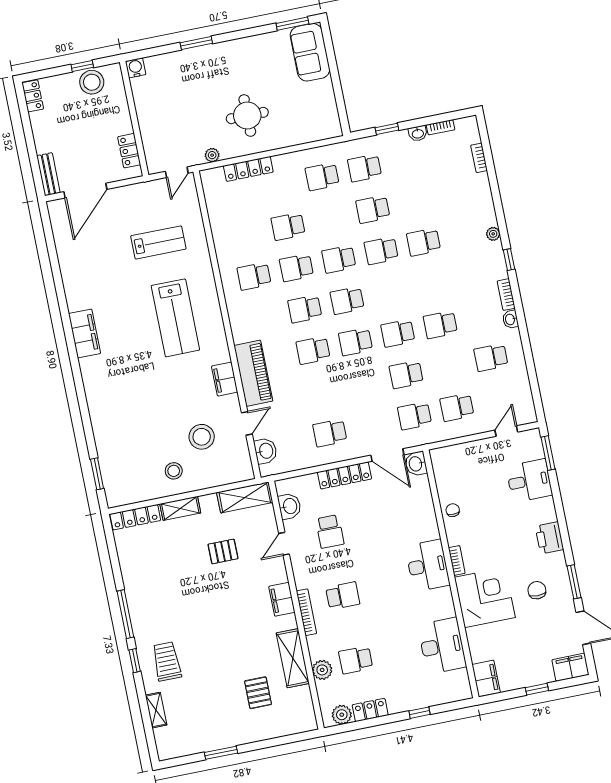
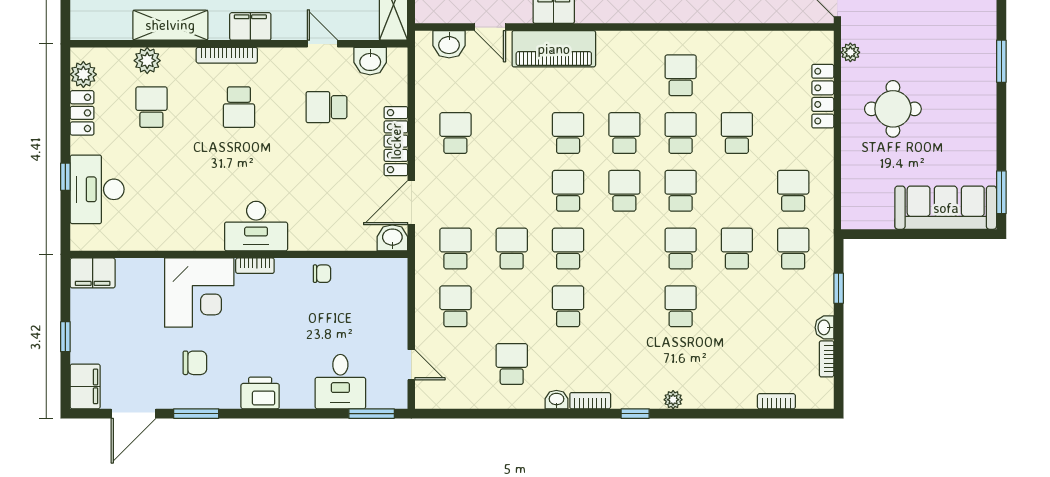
sofa: (310, 52) -> (946, 208), width x1.36
desk: (442, 646) -> (97, 189), moved, turned 90

